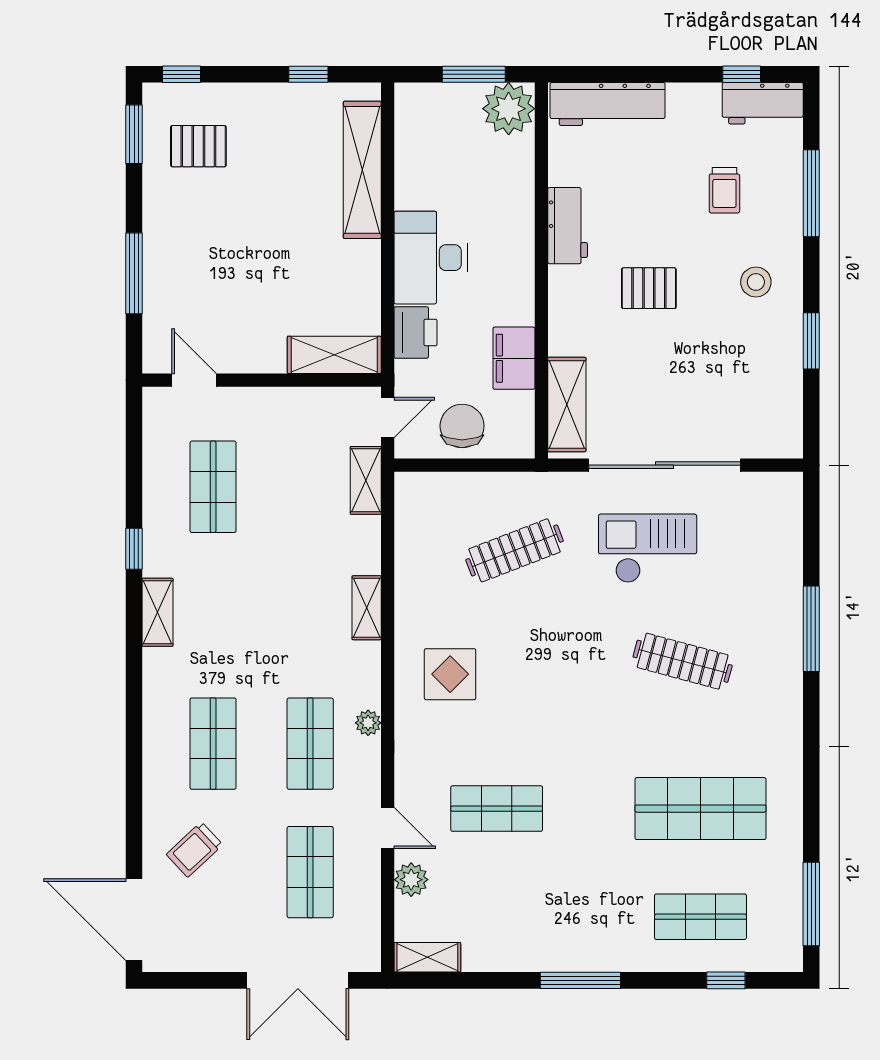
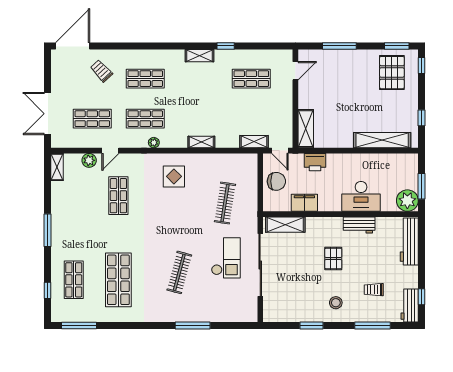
pallet: (198, 146) -> (392, 73), width x1.50, depth x1.42
desk: (431, 258) -> (361, 196), moved, turned 180
clothes rail: (515, 550) -> (225, 203), turned 30

